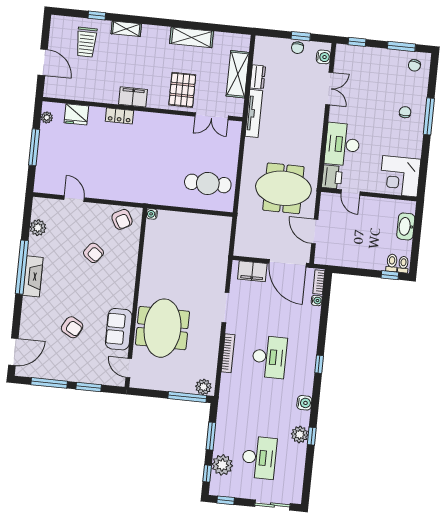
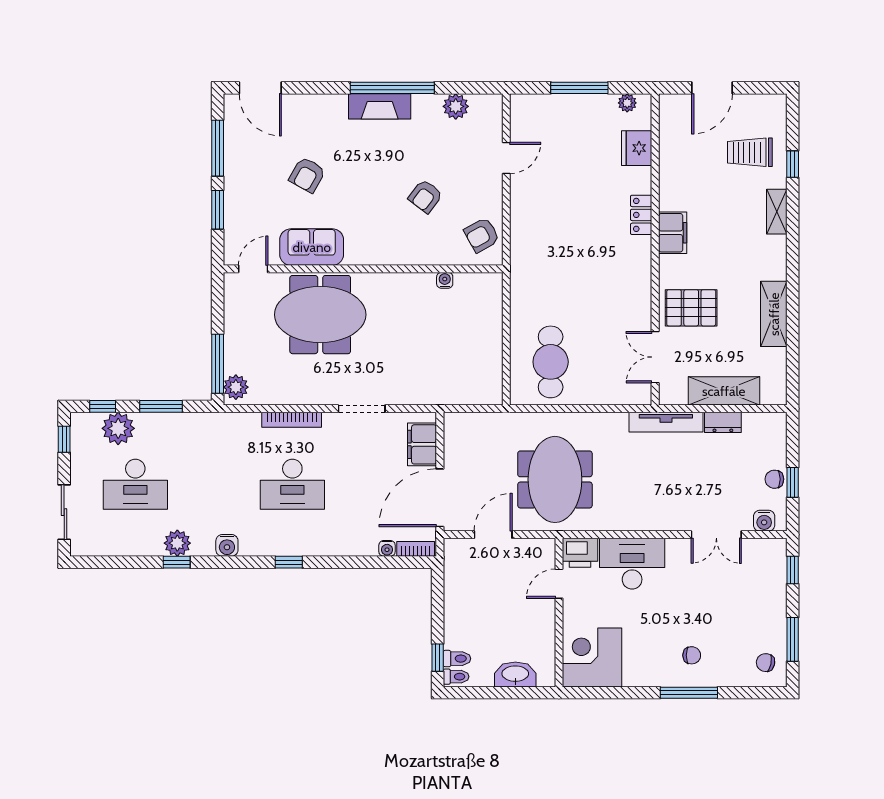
water cooler: (152, 214) -> (445, 280), moved

